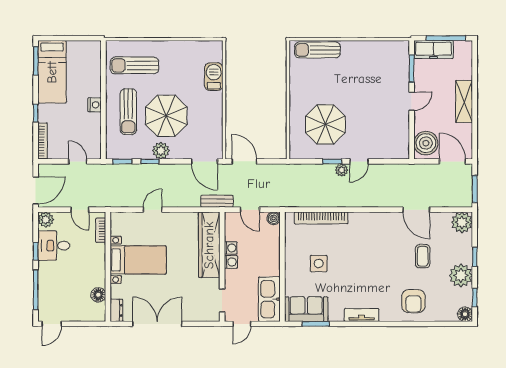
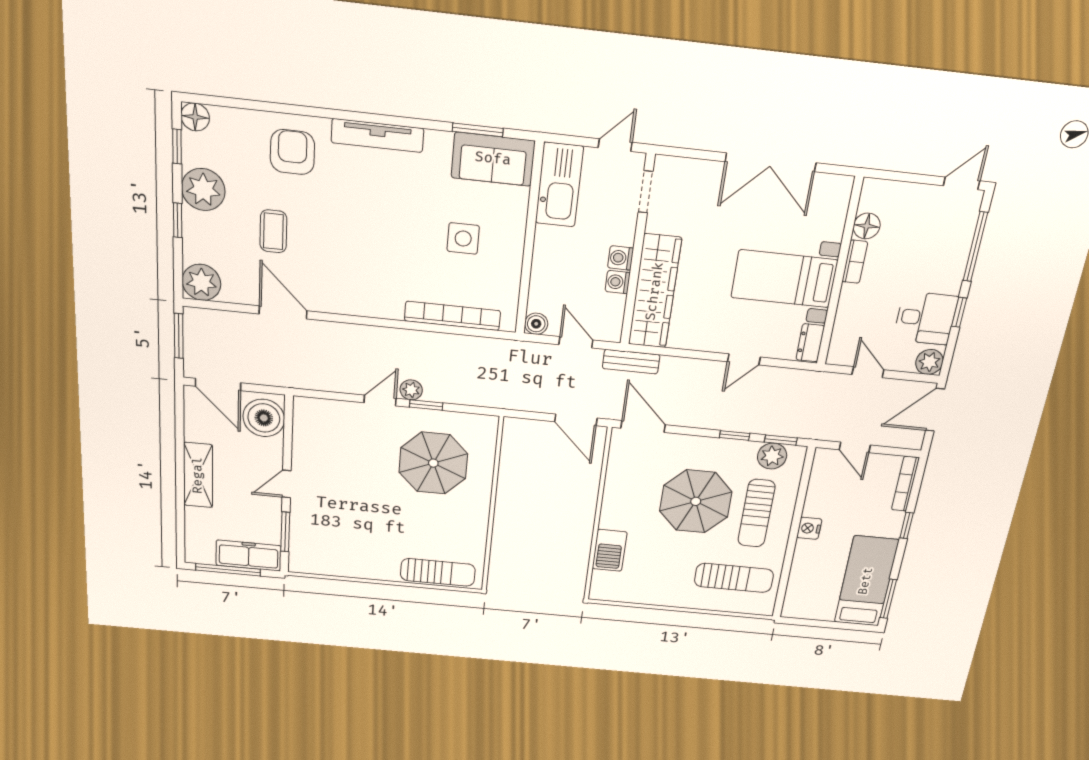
sun lounger: (128, 112) -> (756, 513), turned 180
plant: (161, 151) -> (772, 456), moved
bookcase: (101, 230) -> (855, 262), moved
dresser: (116, 310) -> (810, 343), moved
tv unit: (362, 315) -> (377, 135), width x1.41

